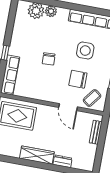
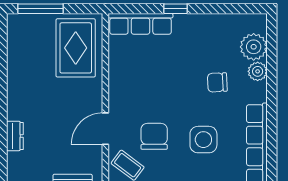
chair: (49, 59) -> (217, 82), moved
wardrobe: (37, 155) -> (17, 92), removed

